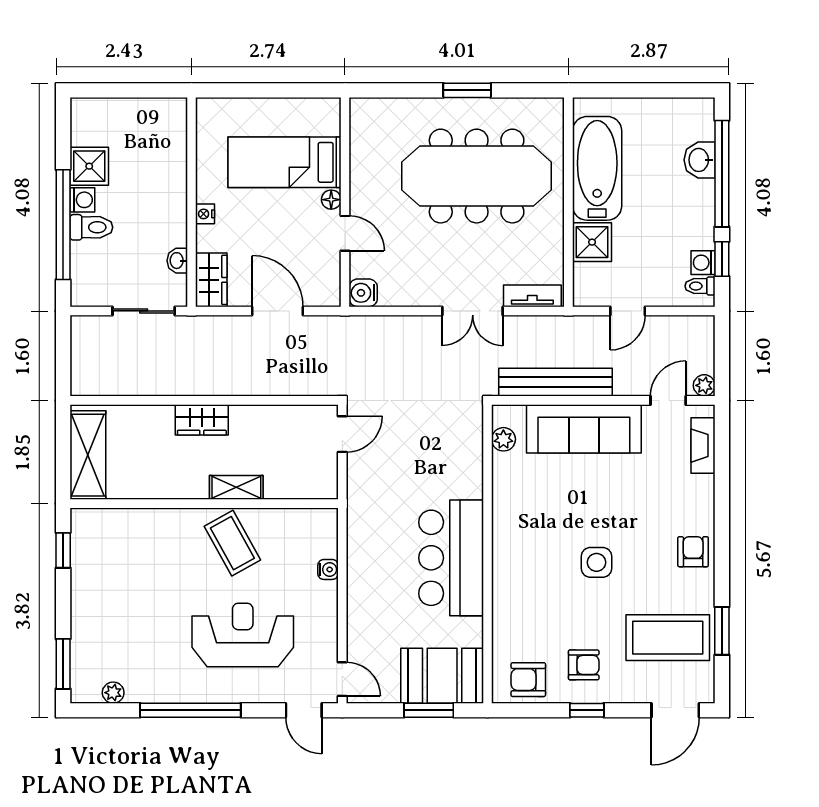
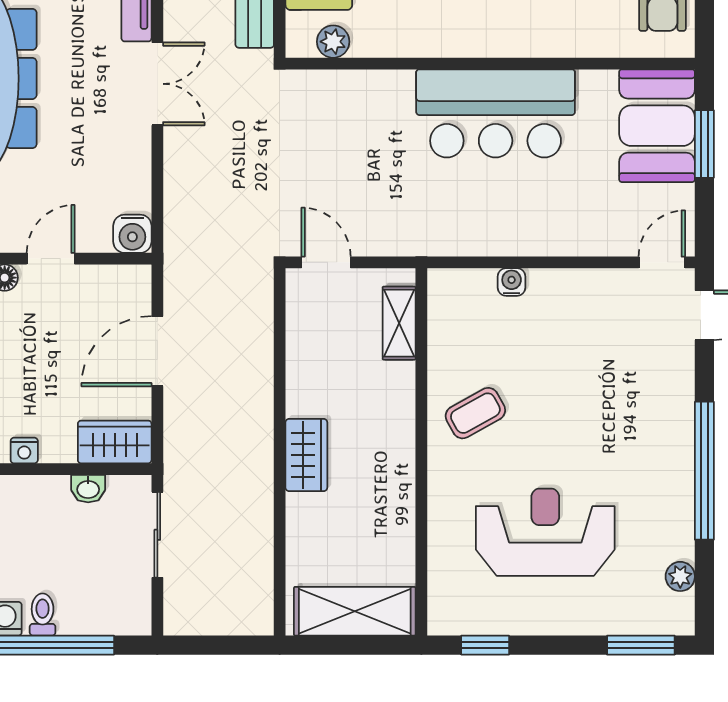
toilet: (91, 227) -> (43, 615), width x0.73, depth x0.72
shelving: (236, 487) -> (399, 323), moved
coffee table: (232, 543) -> (475, 413), width x0.73, depth x0.77
reception desk: (243, 635) -> (545, 532), moved, turned 90

